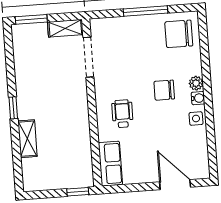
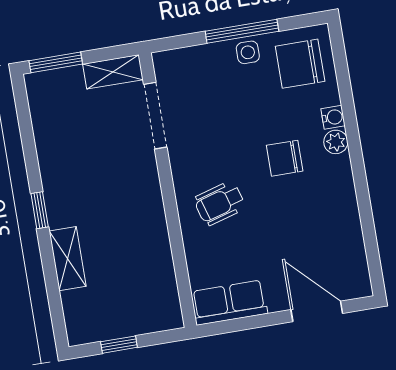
water cooler: (198, 98) -> (333, 117), moved
wheelchair: (122, 114) -> (220, 203), turned -106
side table: (196, 119) -> (248, 52), moved
row of seats: (110, 164) -> (229, 303), moved, turned -90
window: (78, 192) -> (119, 345), moved

